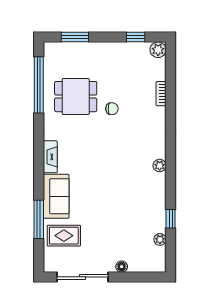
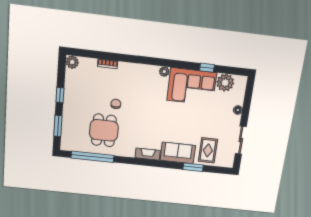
window: (136, 37) -> (60, 95), moved
corner sofa: (145, 203) -> (192, 86), added
window: (39, 219) -> (193, 167), width x0.69
plant: (160, 239) -> (225, 83), width x1.88, depth x1.88
sliding door: (82, 277) -> (241, 140), width x0.73

